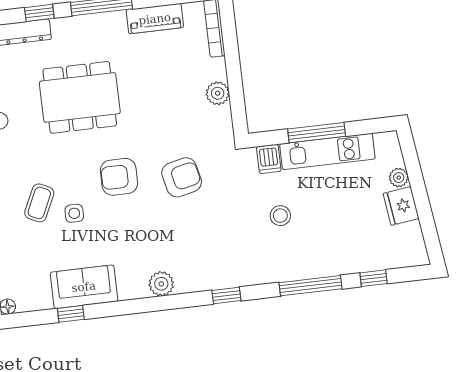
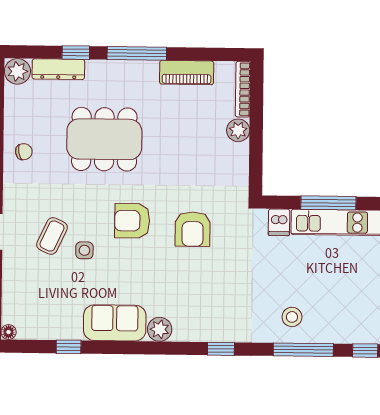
plant: (218, 93) -> (238, 130), moved
armchair: (182, 177) -> (193, 229), turned 103
stool: (280, 216) -> (292, 317), moved
sofa: (84, 287) -> (115, 323), moved

